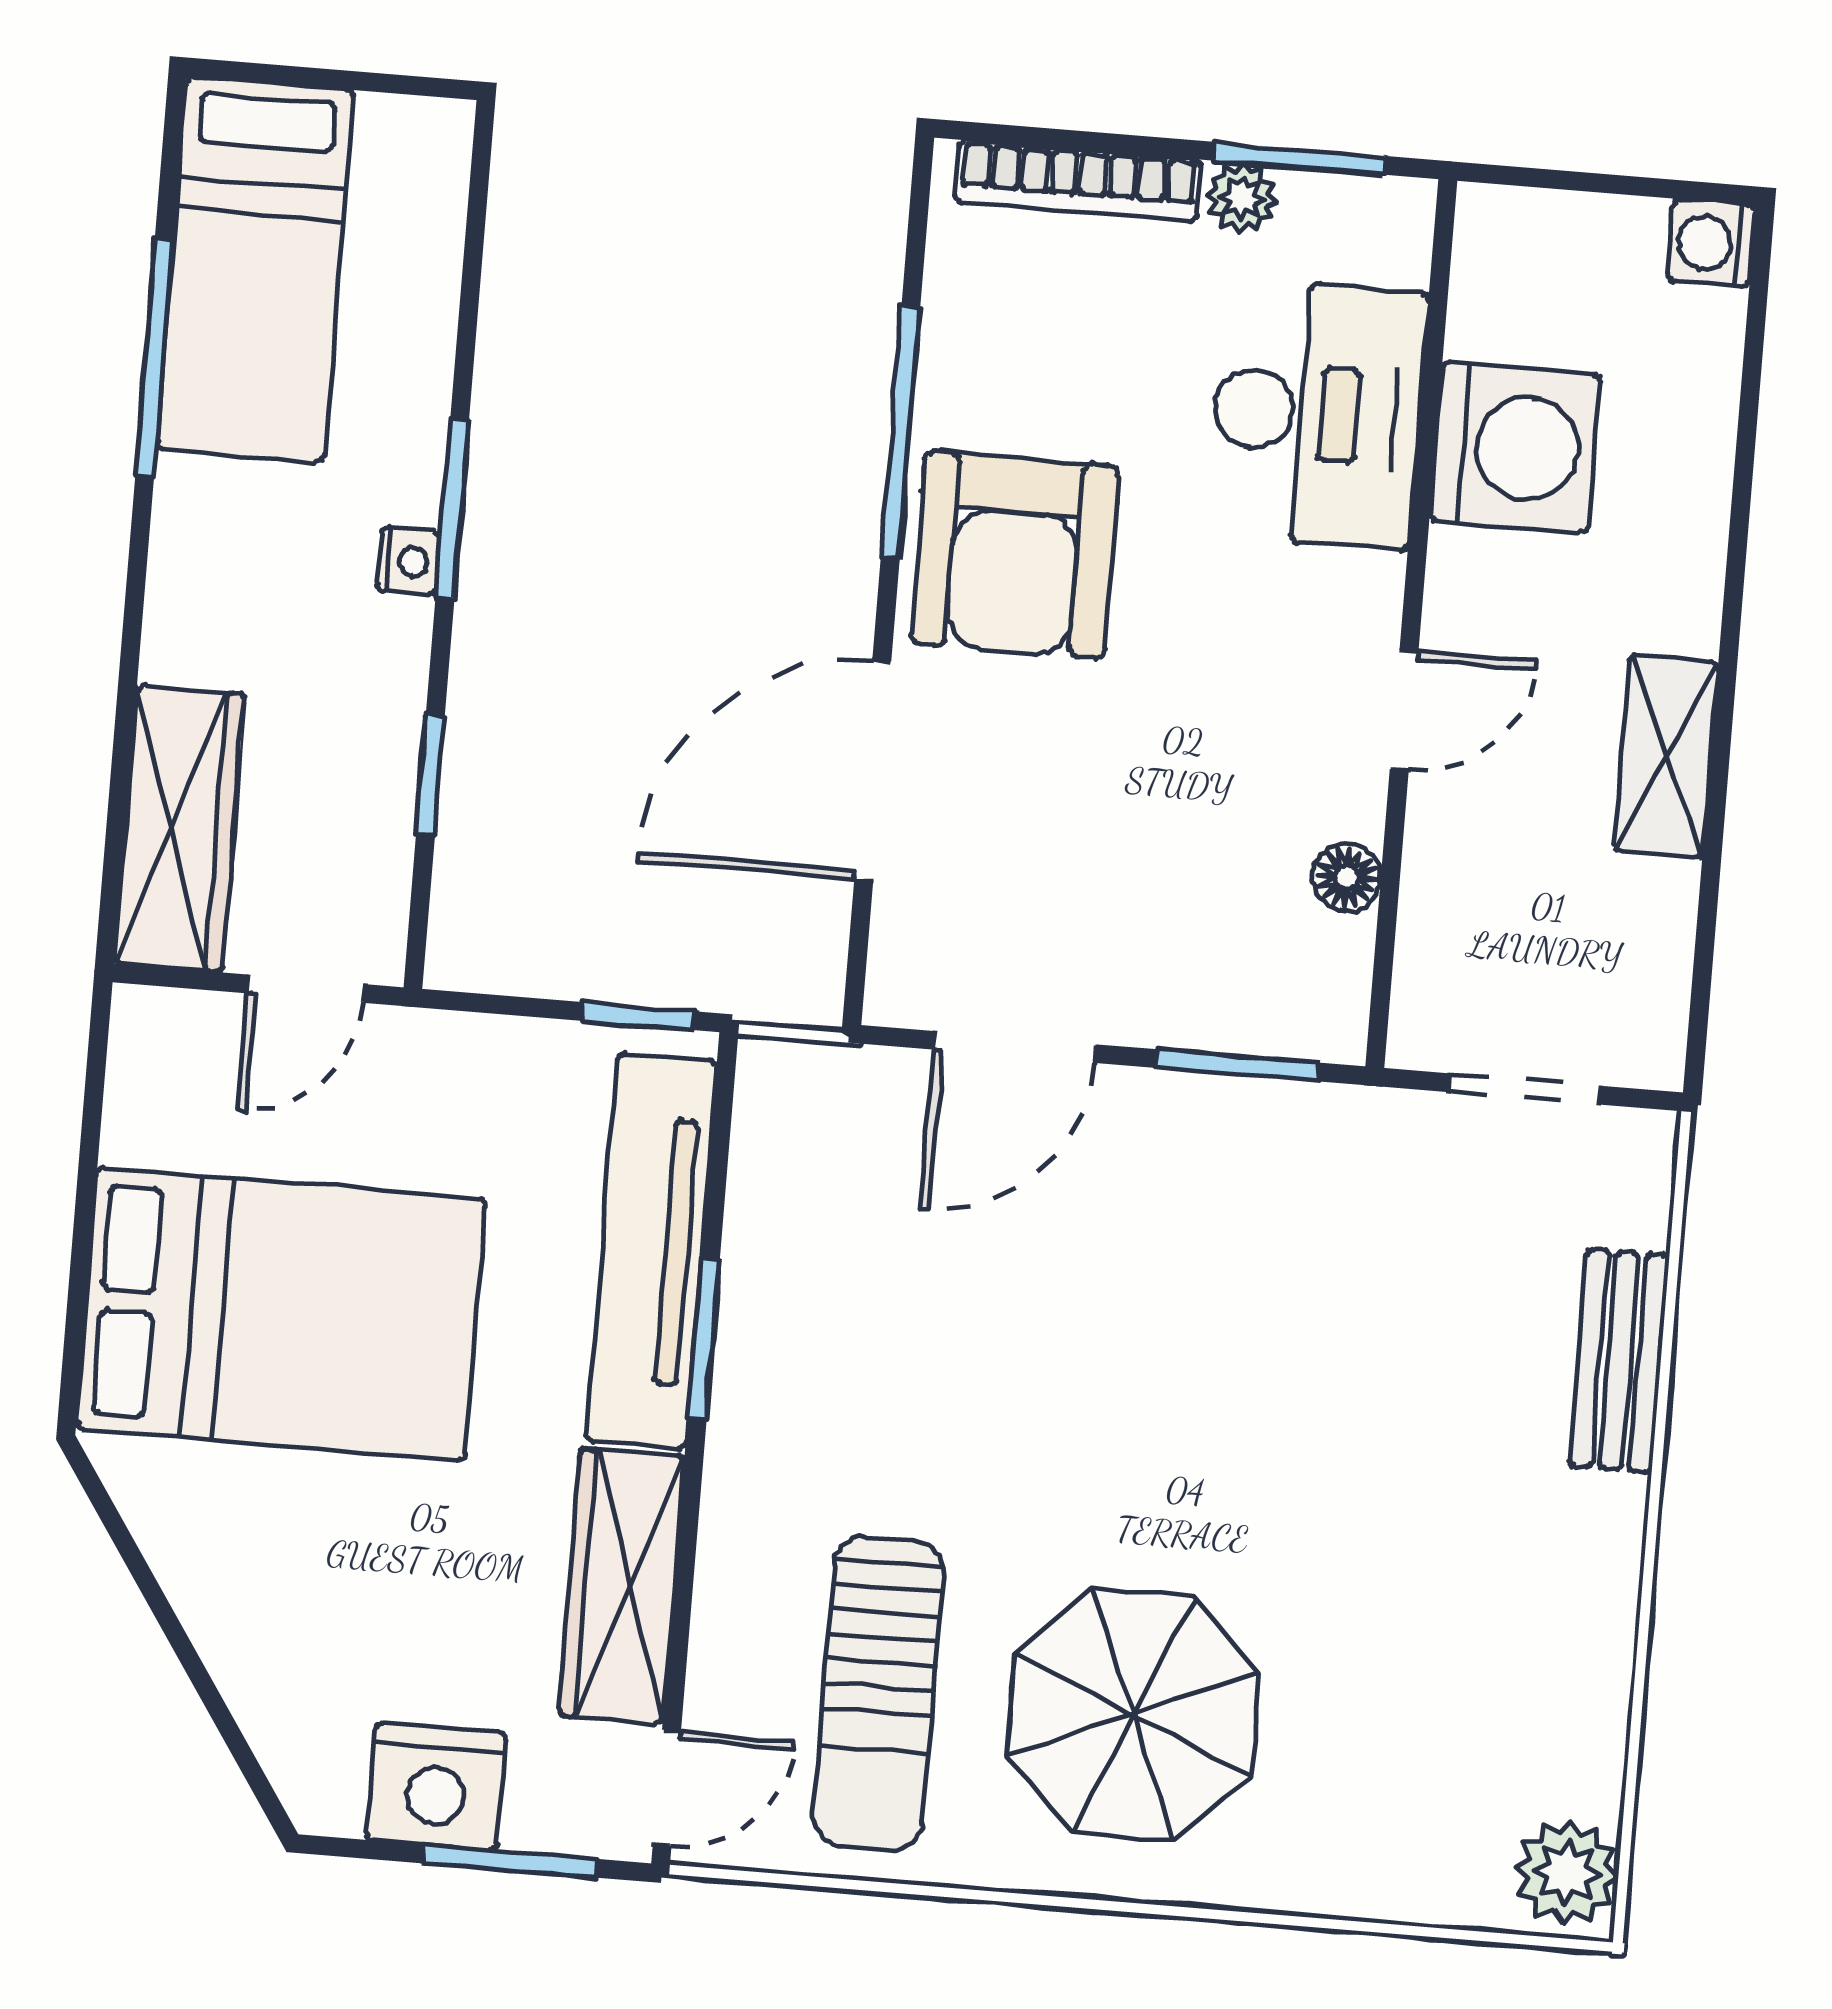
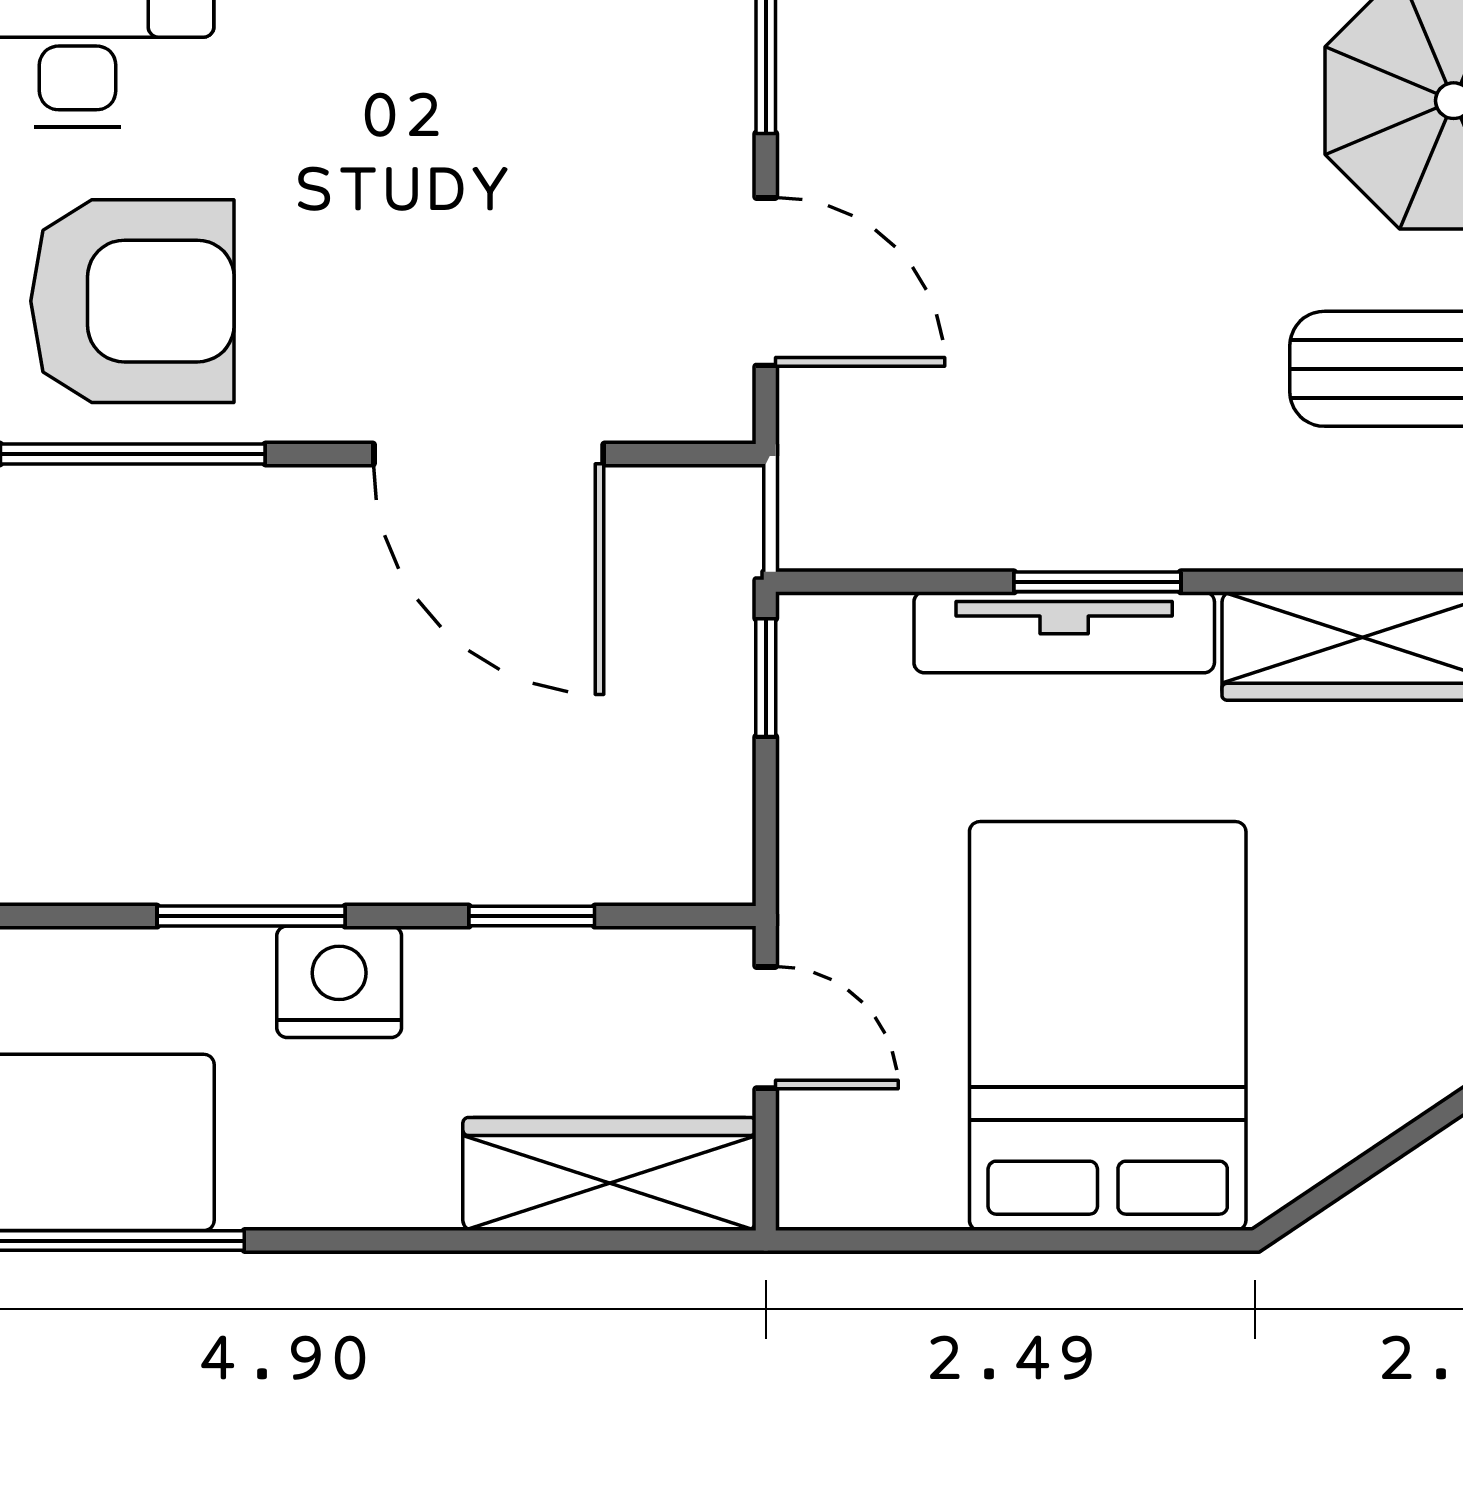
armchair: (1015, 555) -> (132, 301), moved
nightstand: (409, 561) -> (339, 982), width x1.89, depth x1.79
tv unit: (652, 1251) -> (1064, 632), width x0.73, depth x0.78

